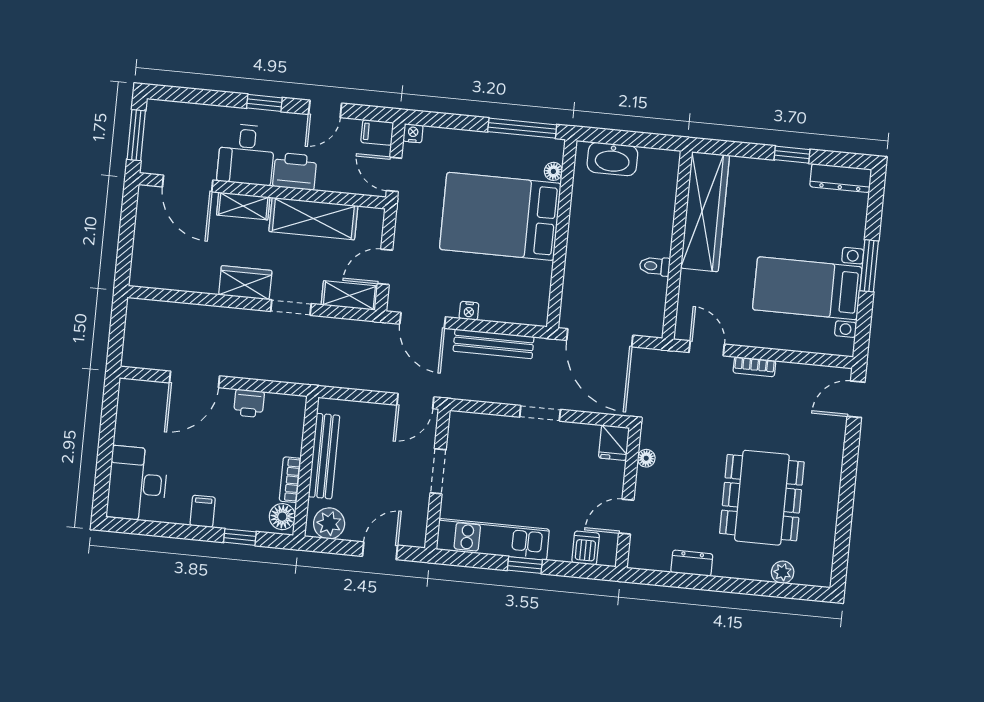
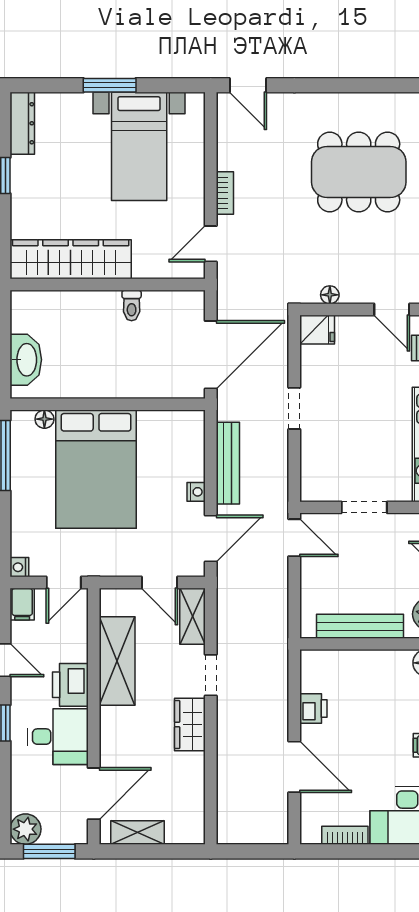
plant: (160, 114) -> (25, 829), added
shelving: (243, 206) -> (138, 832), moved, turned 90
bookcase: (290, 480) -> (345, 835), moved, turned 180

